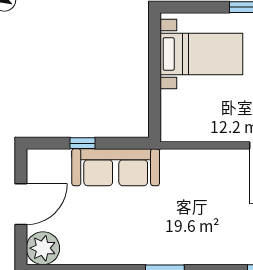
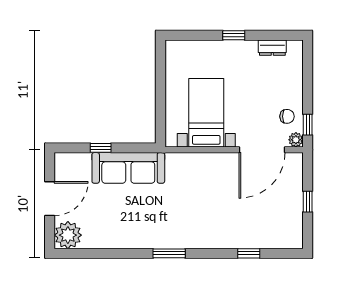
bed with nightstands: (201, 54) -> (206, 113), moved, turned -90

